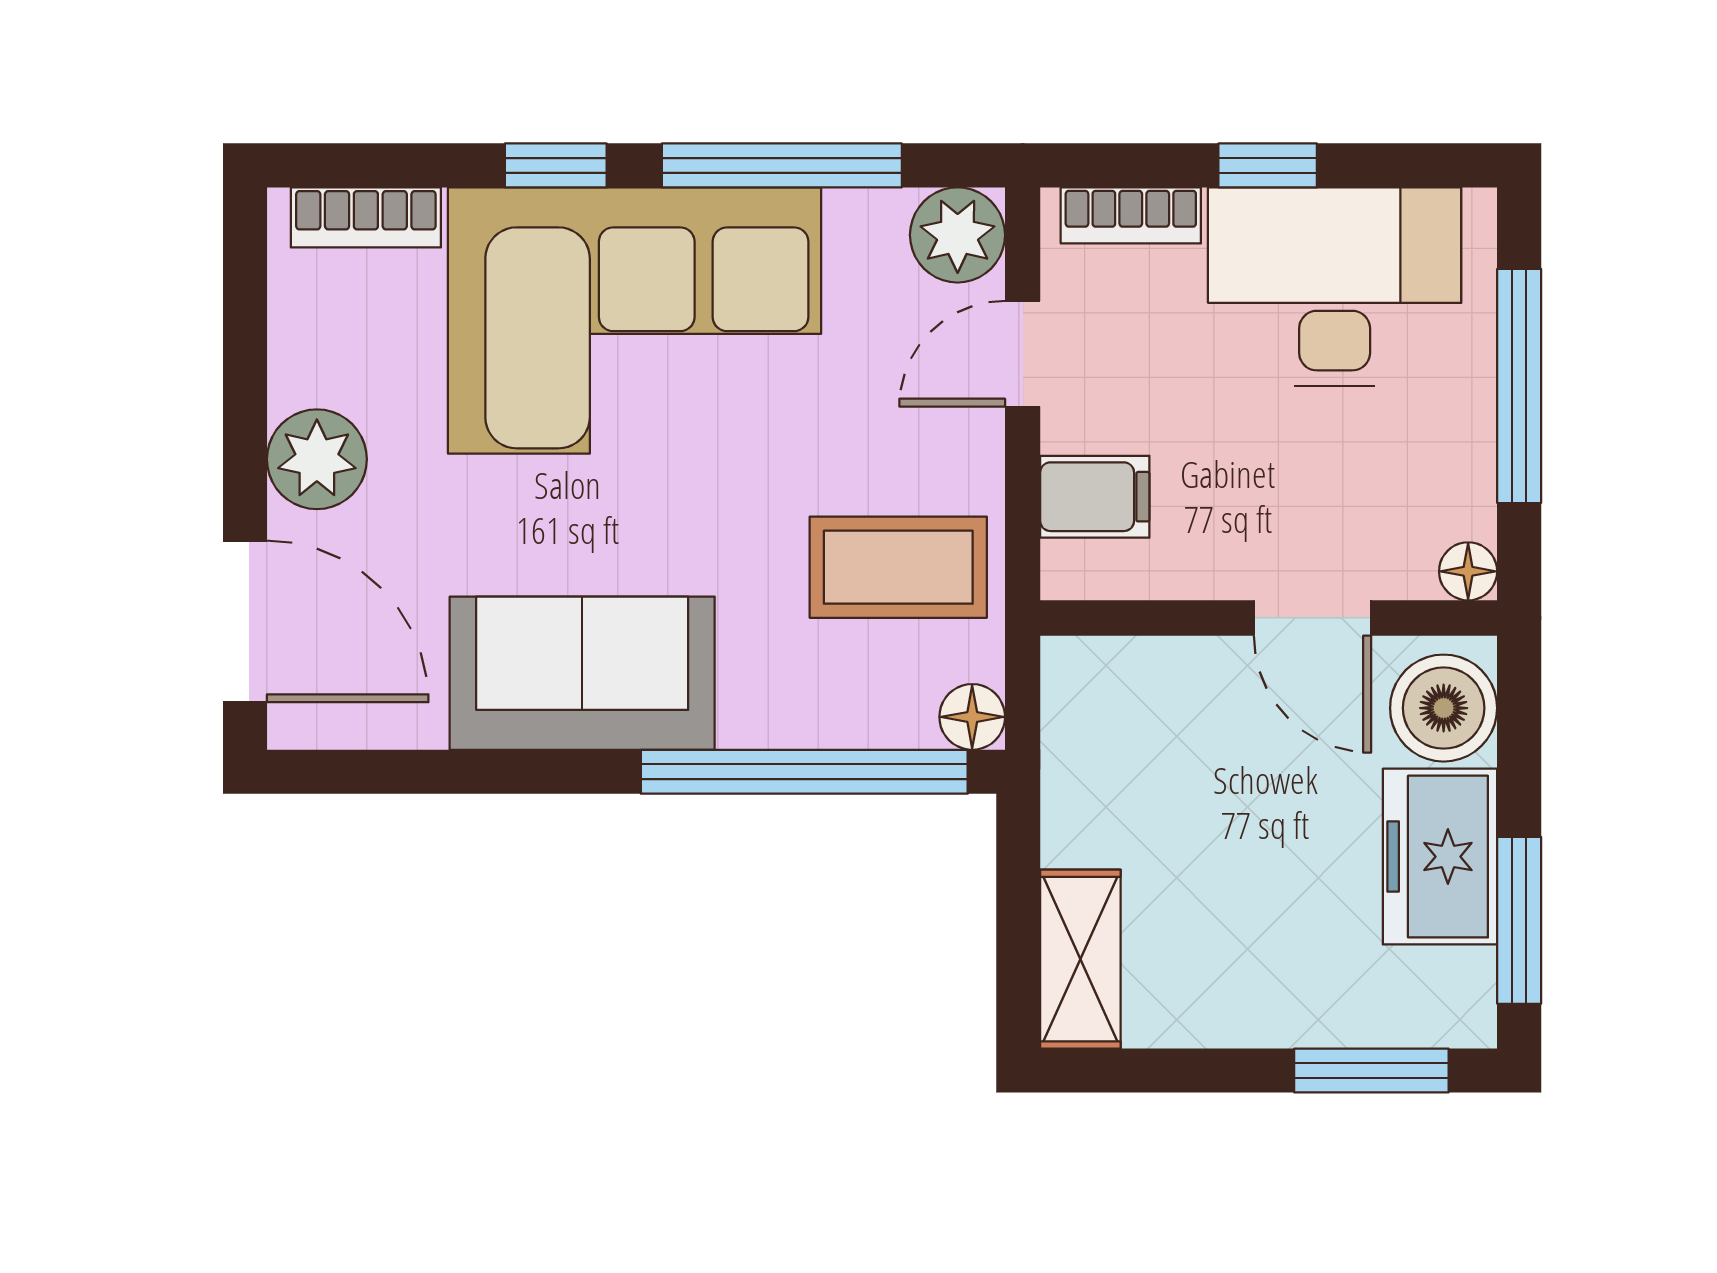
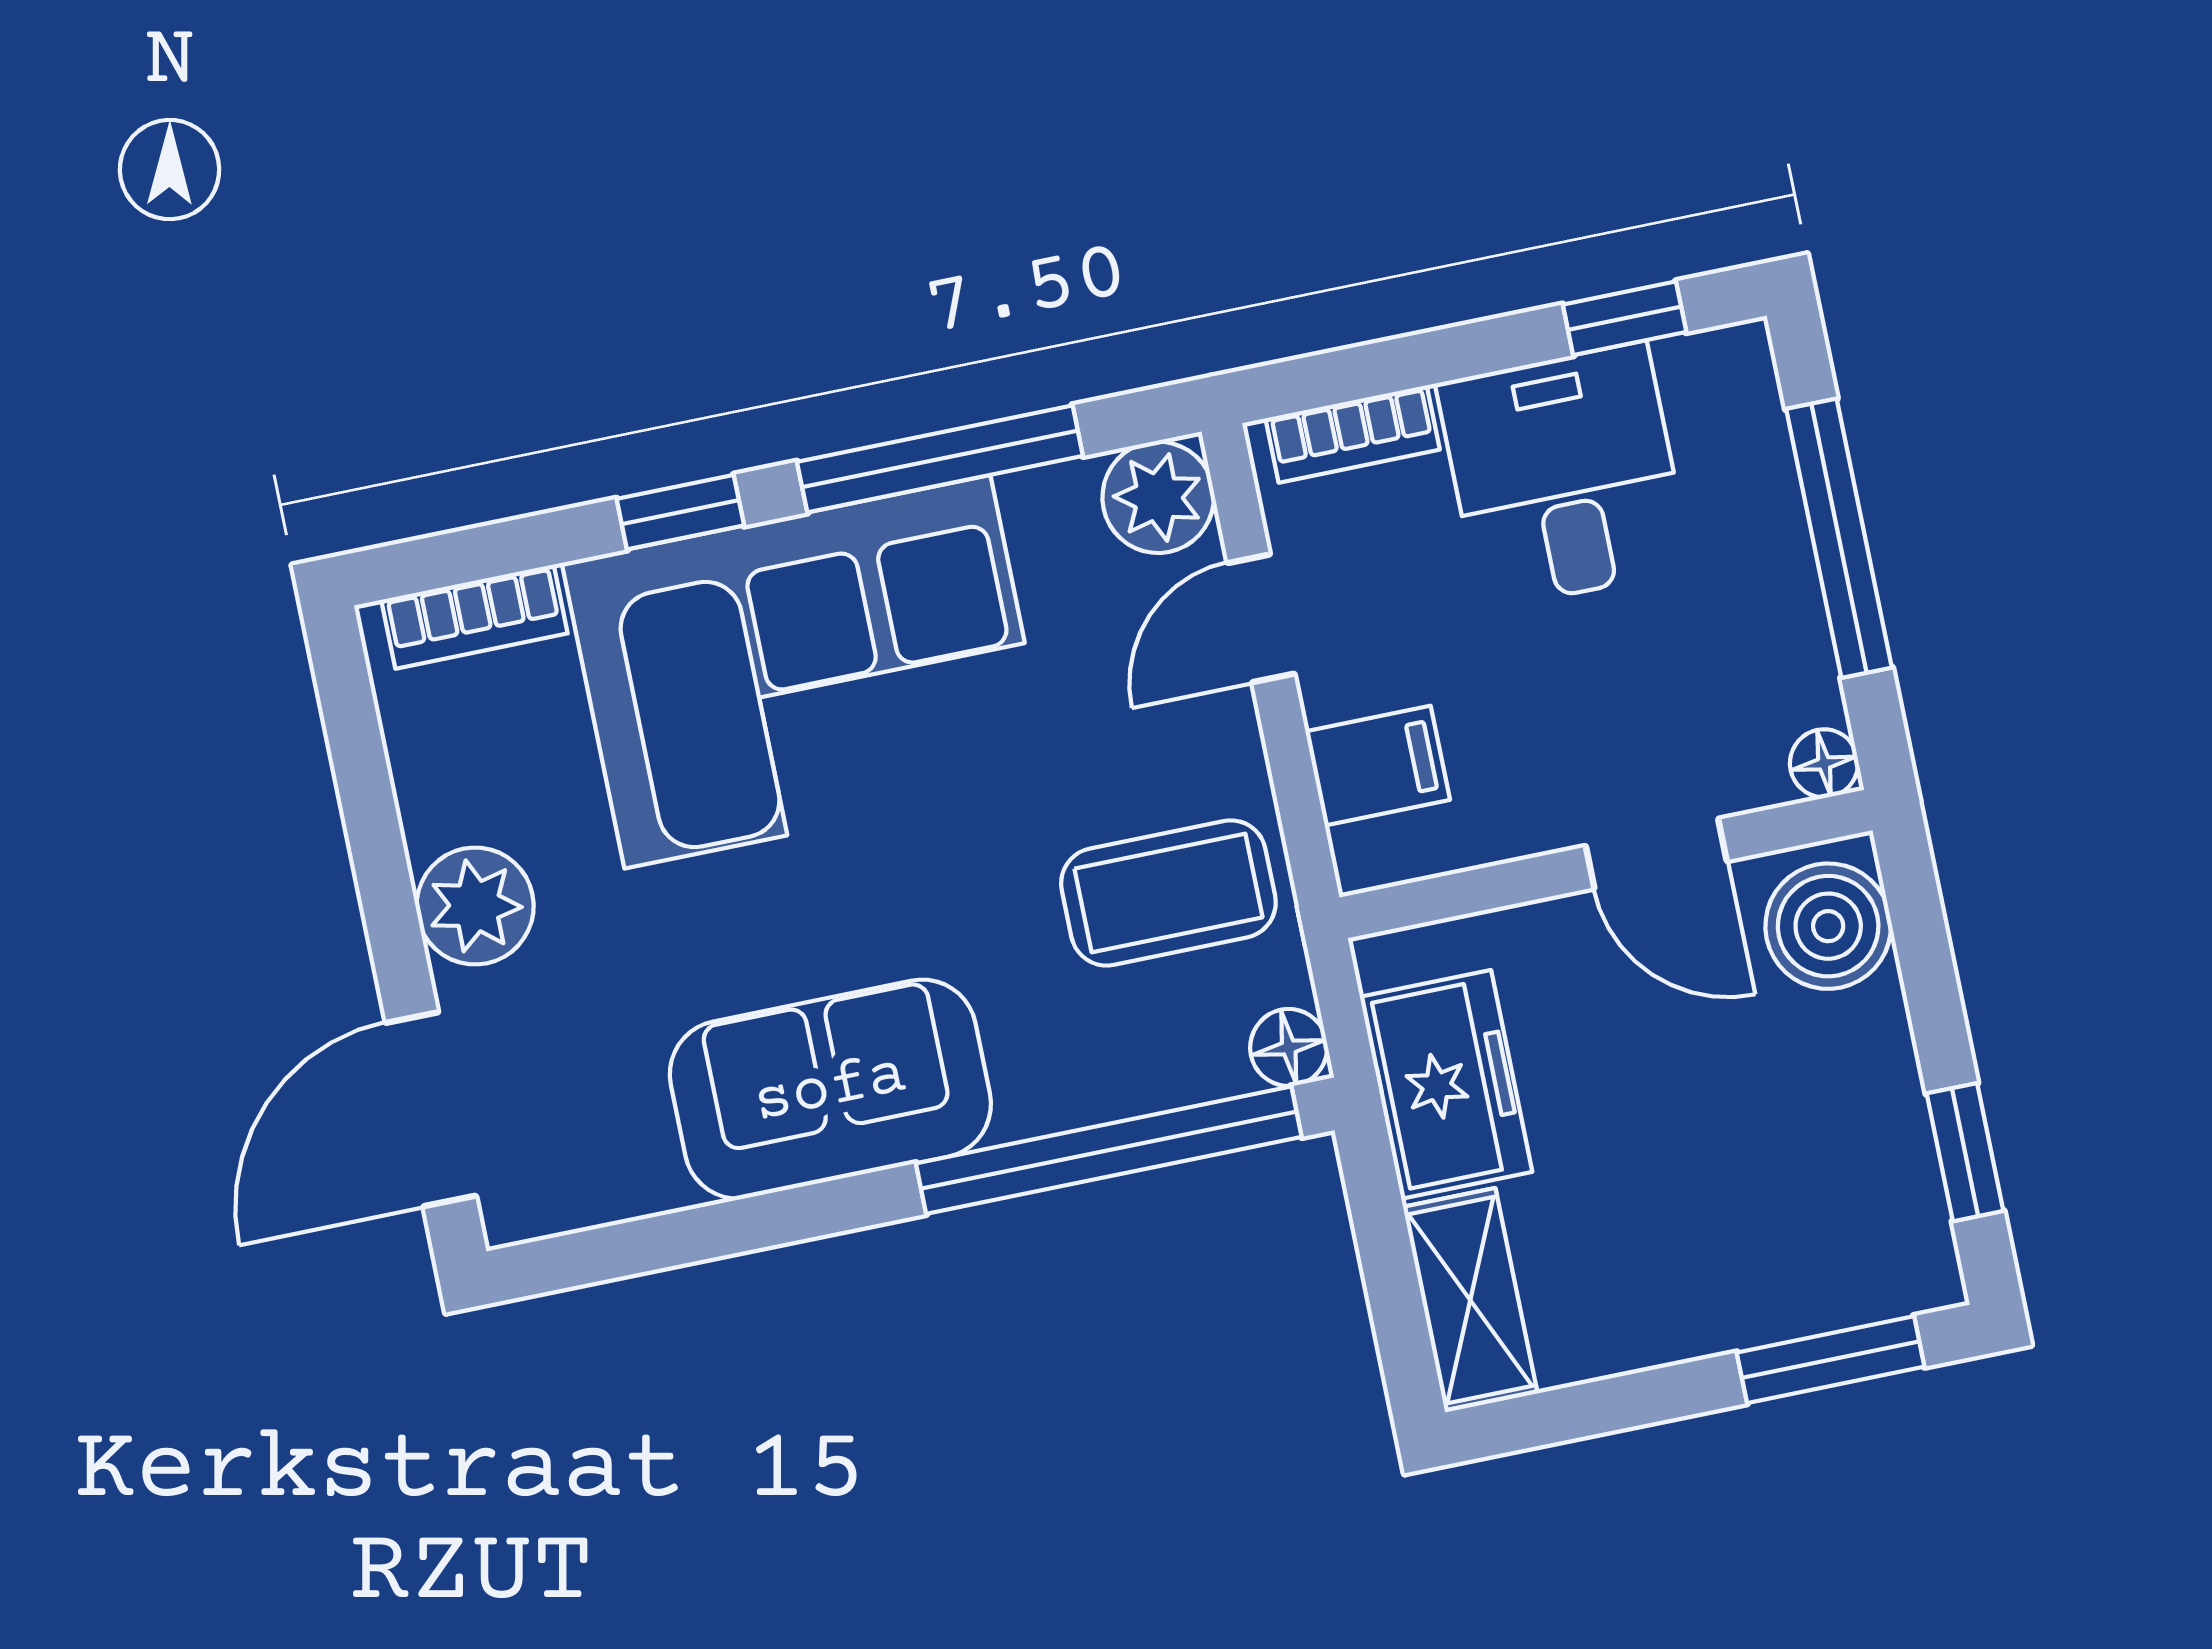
window: (1268, 165) -> (1625, 318), moved
desk: (1335, 287) -> (1564, 476), width x0.73
door: (245, 621) -> (431, 1109), swing flipped
freezer: (1440, 857) -> (1446, 1084), moved, turned 180
window: (1519, 920) -> (1965, 1152), width x0.67

